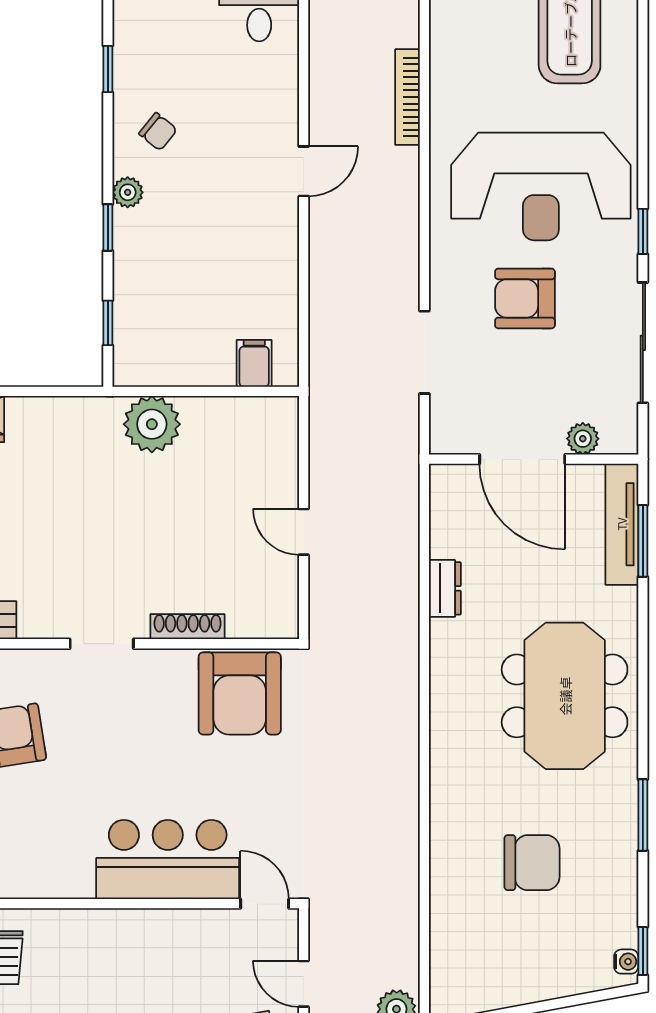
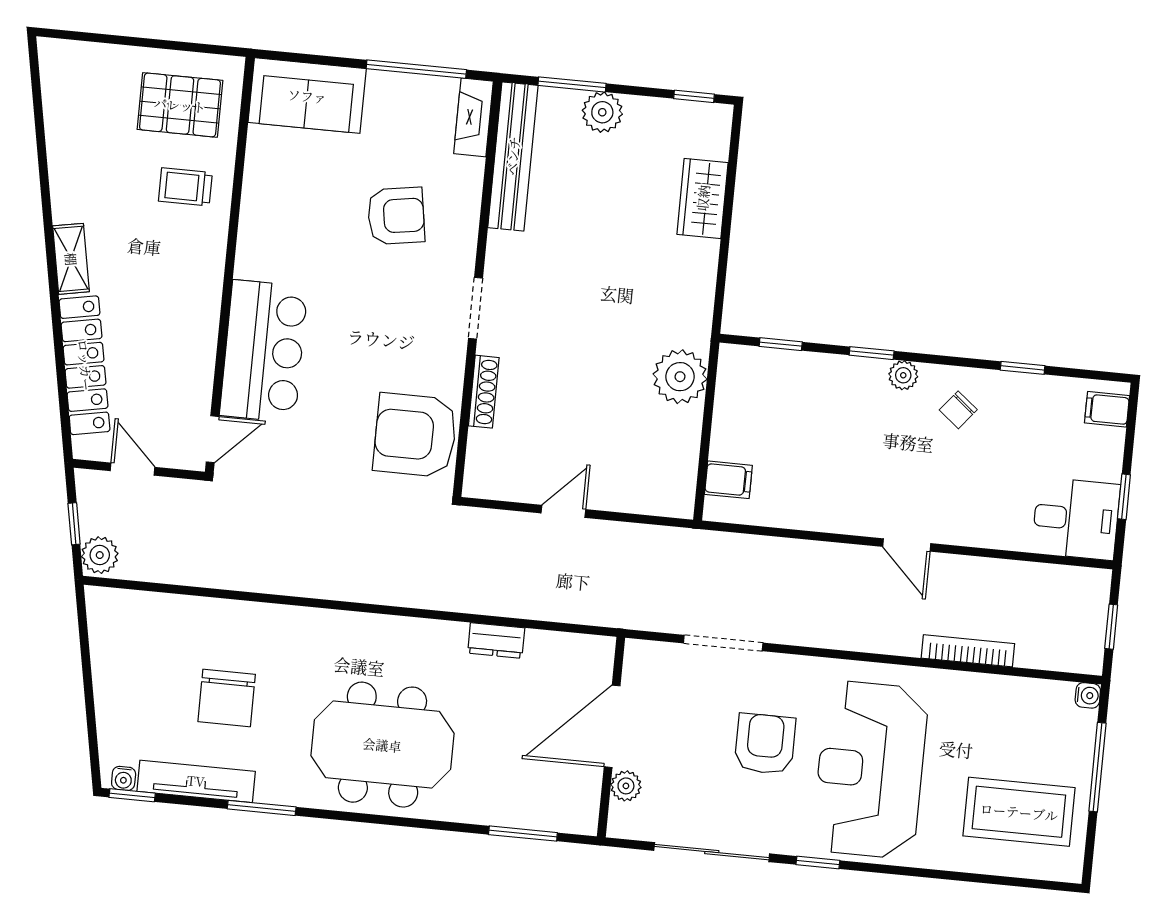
tv unit: (622, 524) -> (196, 781), moved
door: (304, 984) -> (133, 469), hinge flipped

